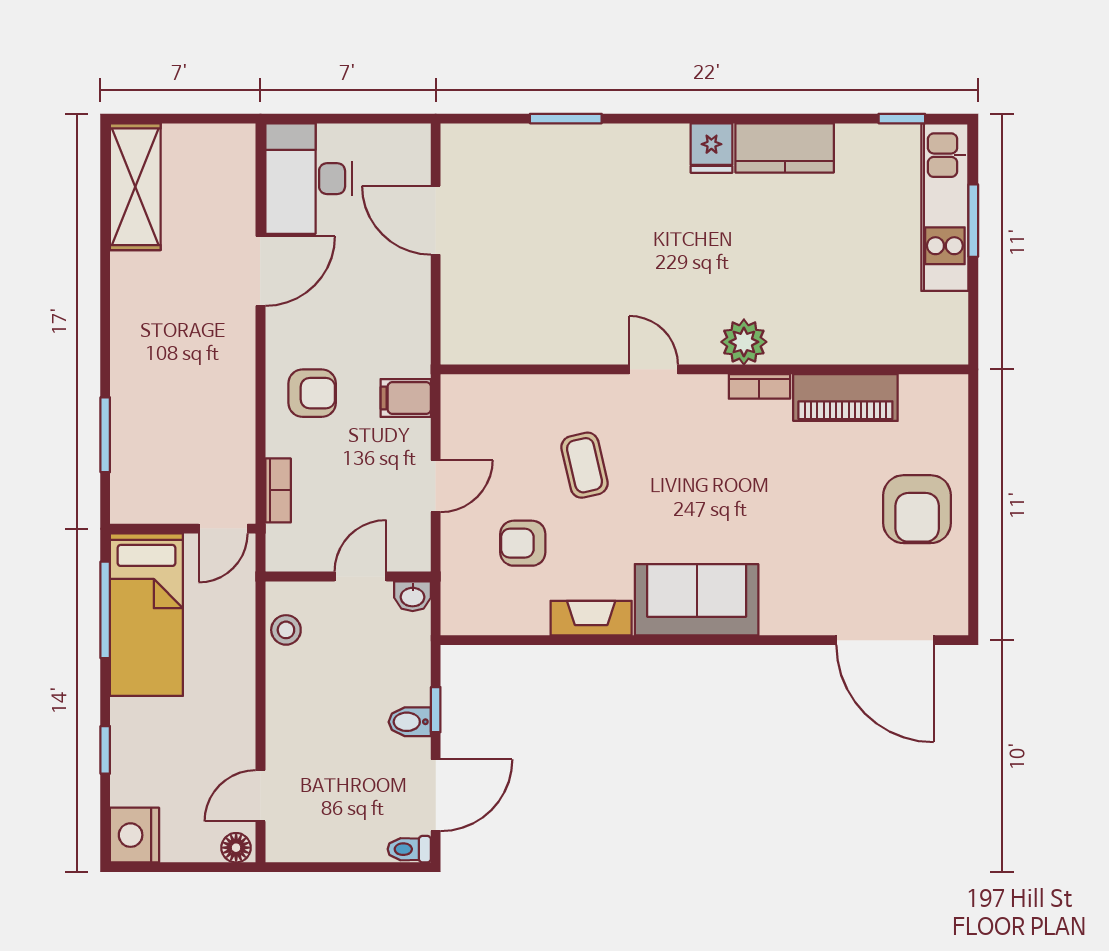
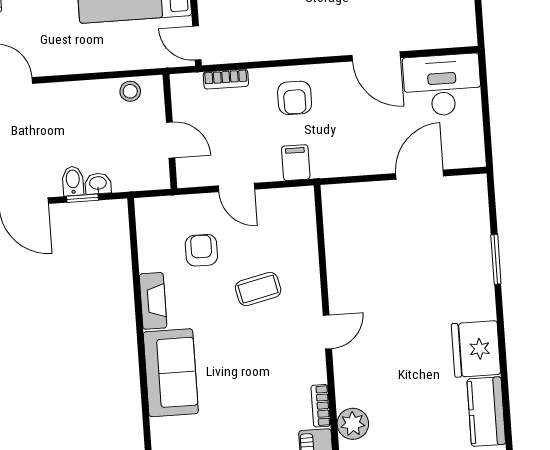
fridge: (711, 148) -> (476, 349), width x1.88, depth x1.34
plant: (744, 342) -> (353, 424), moved
washbasin: (413, 596) -> (98, 184), moved, turned 90

